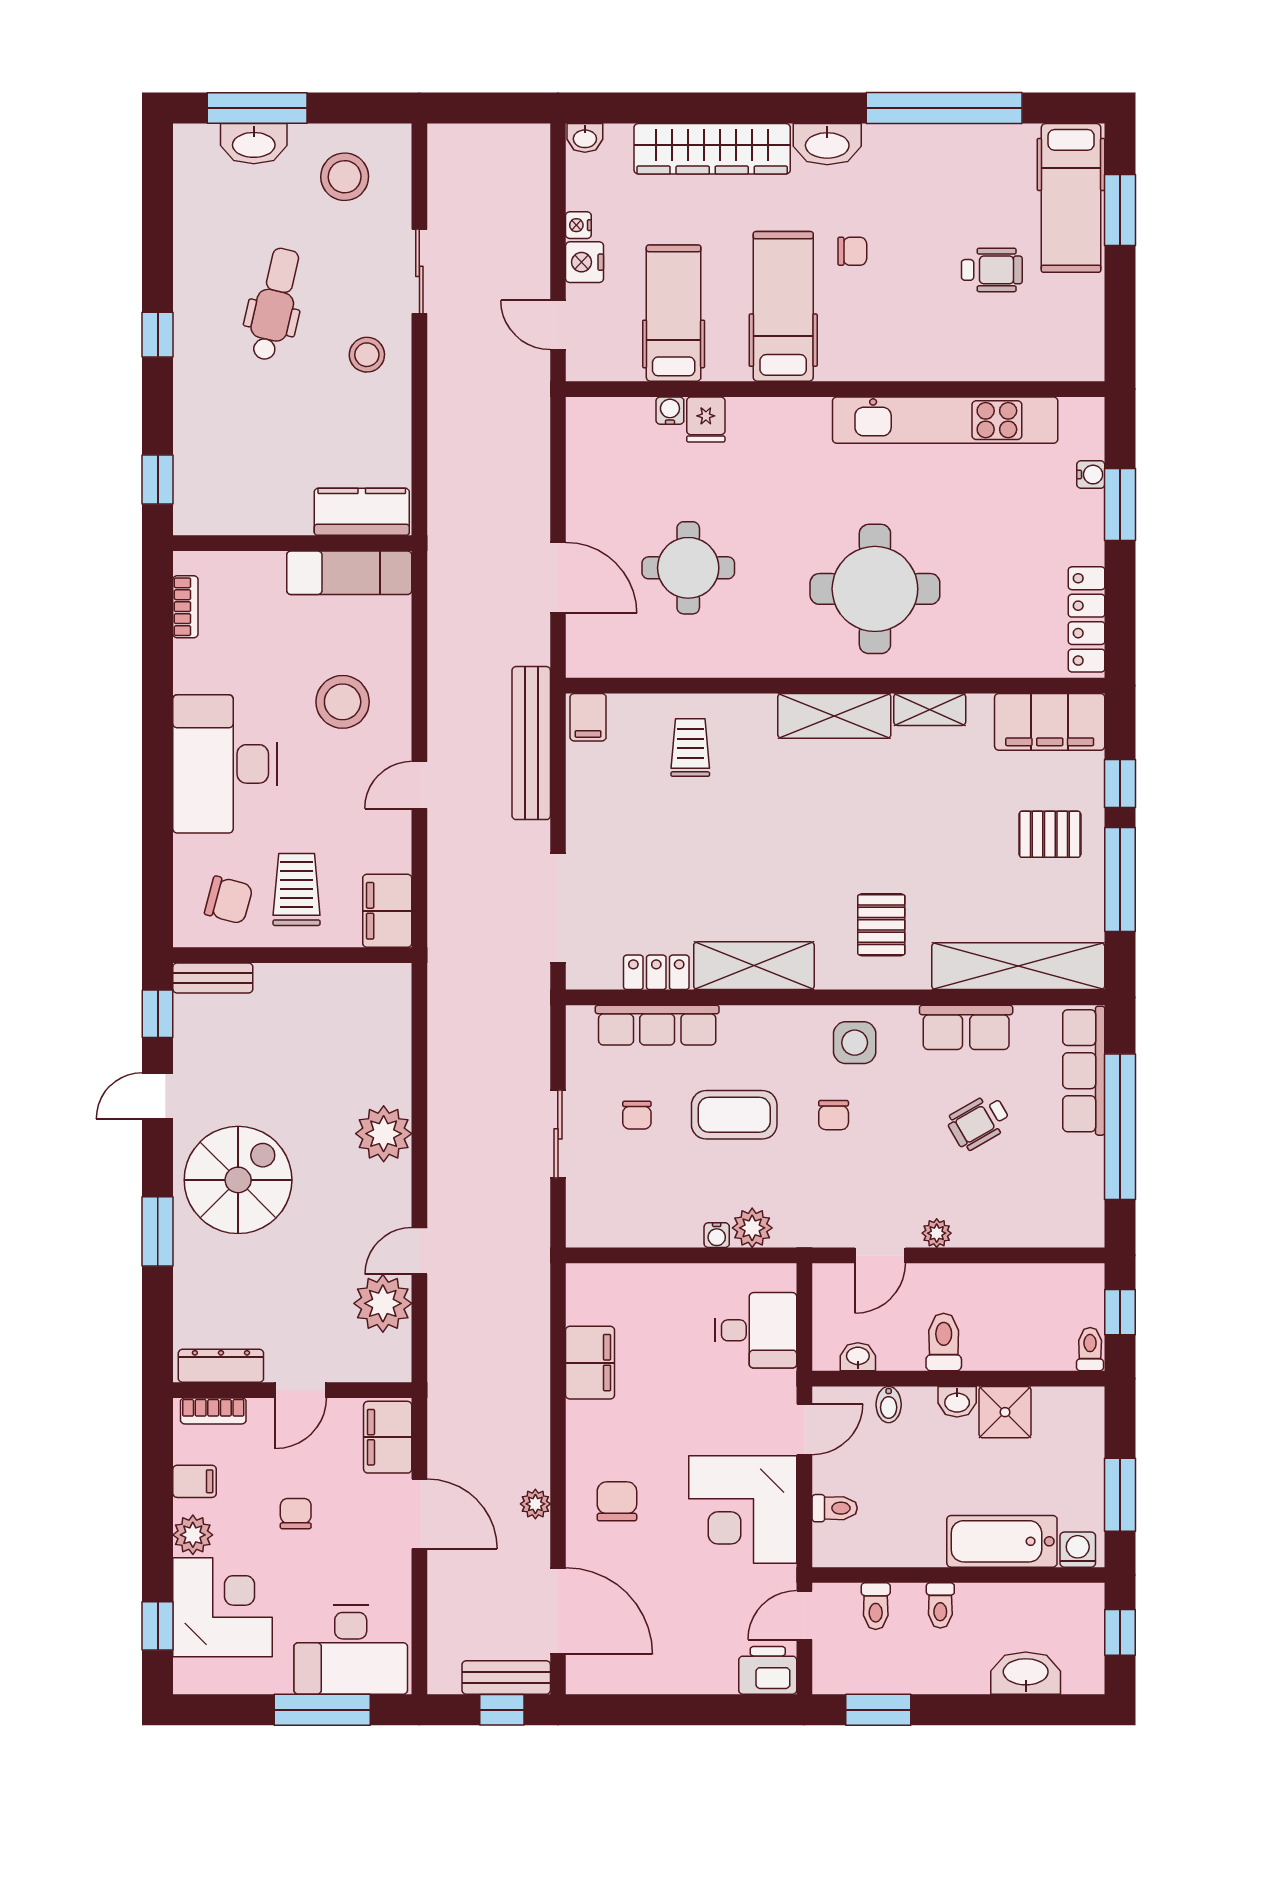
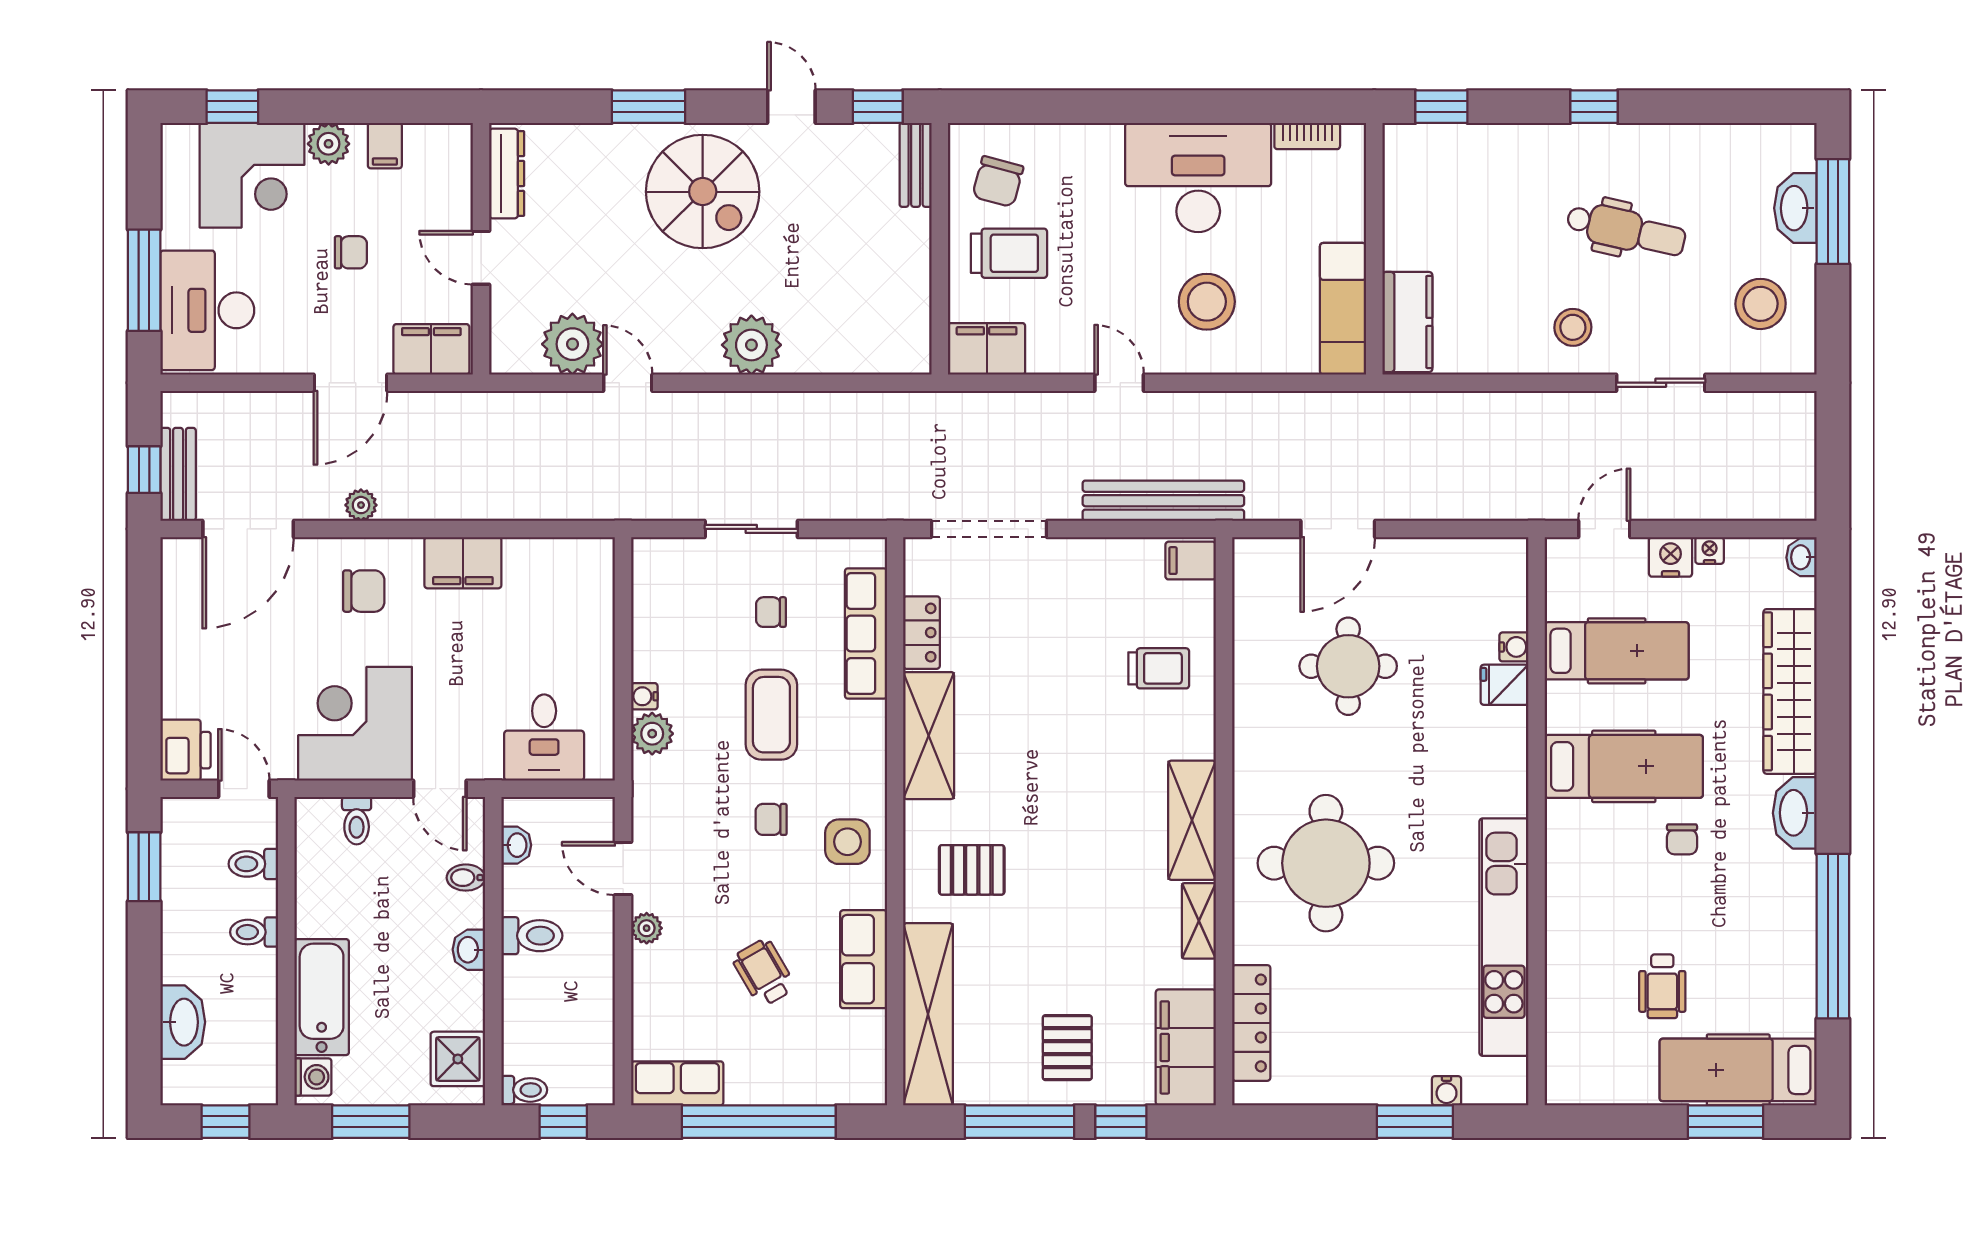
locker: (1087, 619) -> (1251, 1023), moved, turned 90
desk: (225, 764) -> (1198, 178), moved
row of seats: (1084, 1071) -> (677, 1083), moved, width x0.68
filing cabinet: (590, 1363) -> (463, 563), moved
bookcase: (213, 1411) -> (459, 165), removed
shower: (1005, 1412) -> (458, 1059), moved

